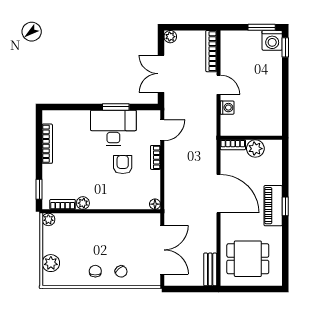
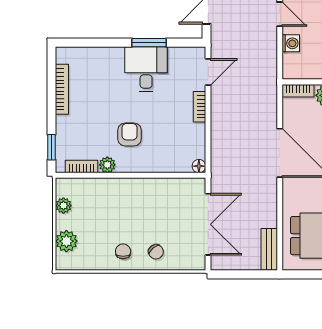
desk: (113, 128) -> (146, 69), width x0.73
armchair: (123, 165) -> (129, 134), moved
plant: (48, 219) -> (63, 206), moved

